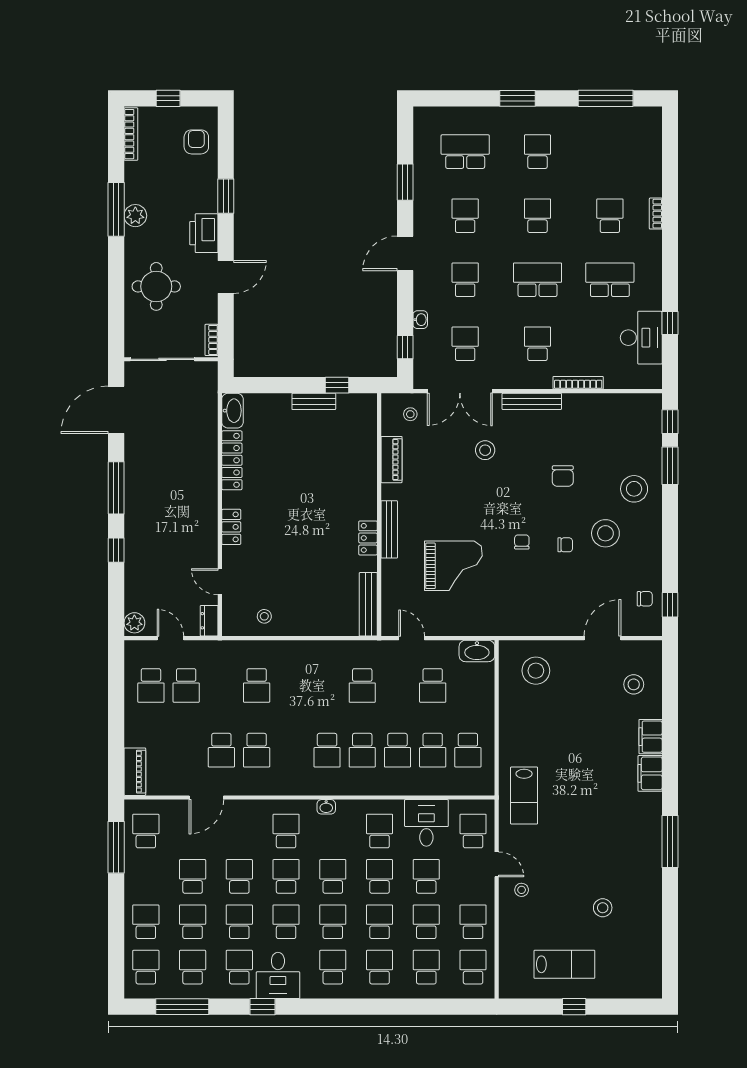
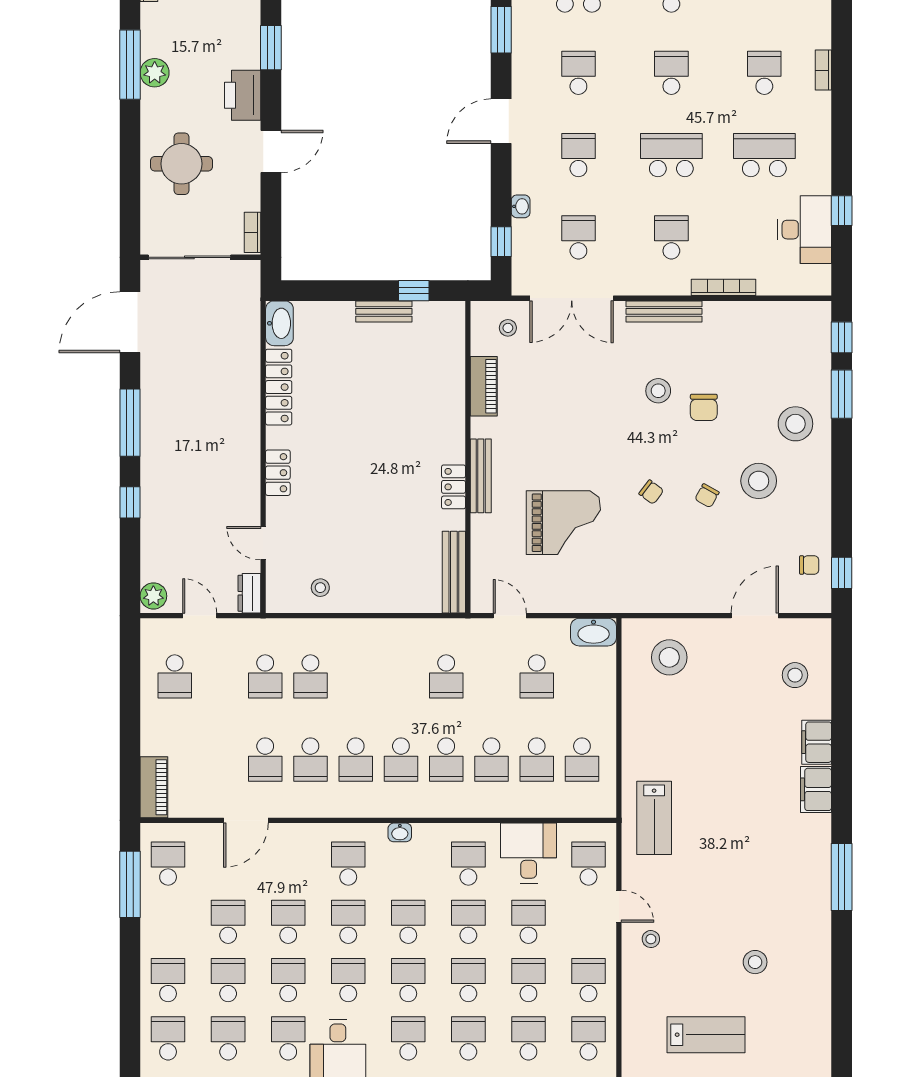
stool: (485, 450) -> (658, 391), moved
chair: (522, 542) -> (651, 492), turned 127
chair: (565, 545) -> (707, 496), turned 119
school desk: (186, 685) -> (265, 676), moved
school desk: (292, 750) -> (356, 760), added

